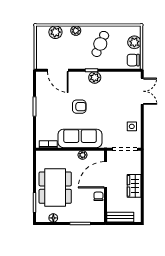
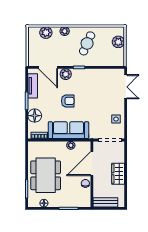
chair: (133, 60) -> (117, 58), removed
plant: (95, 77) -> (66, 74), moved
tv unit: (41, 90) -> (33, 86), added
floor lamp: (43, 123) -> (35, 116), added

